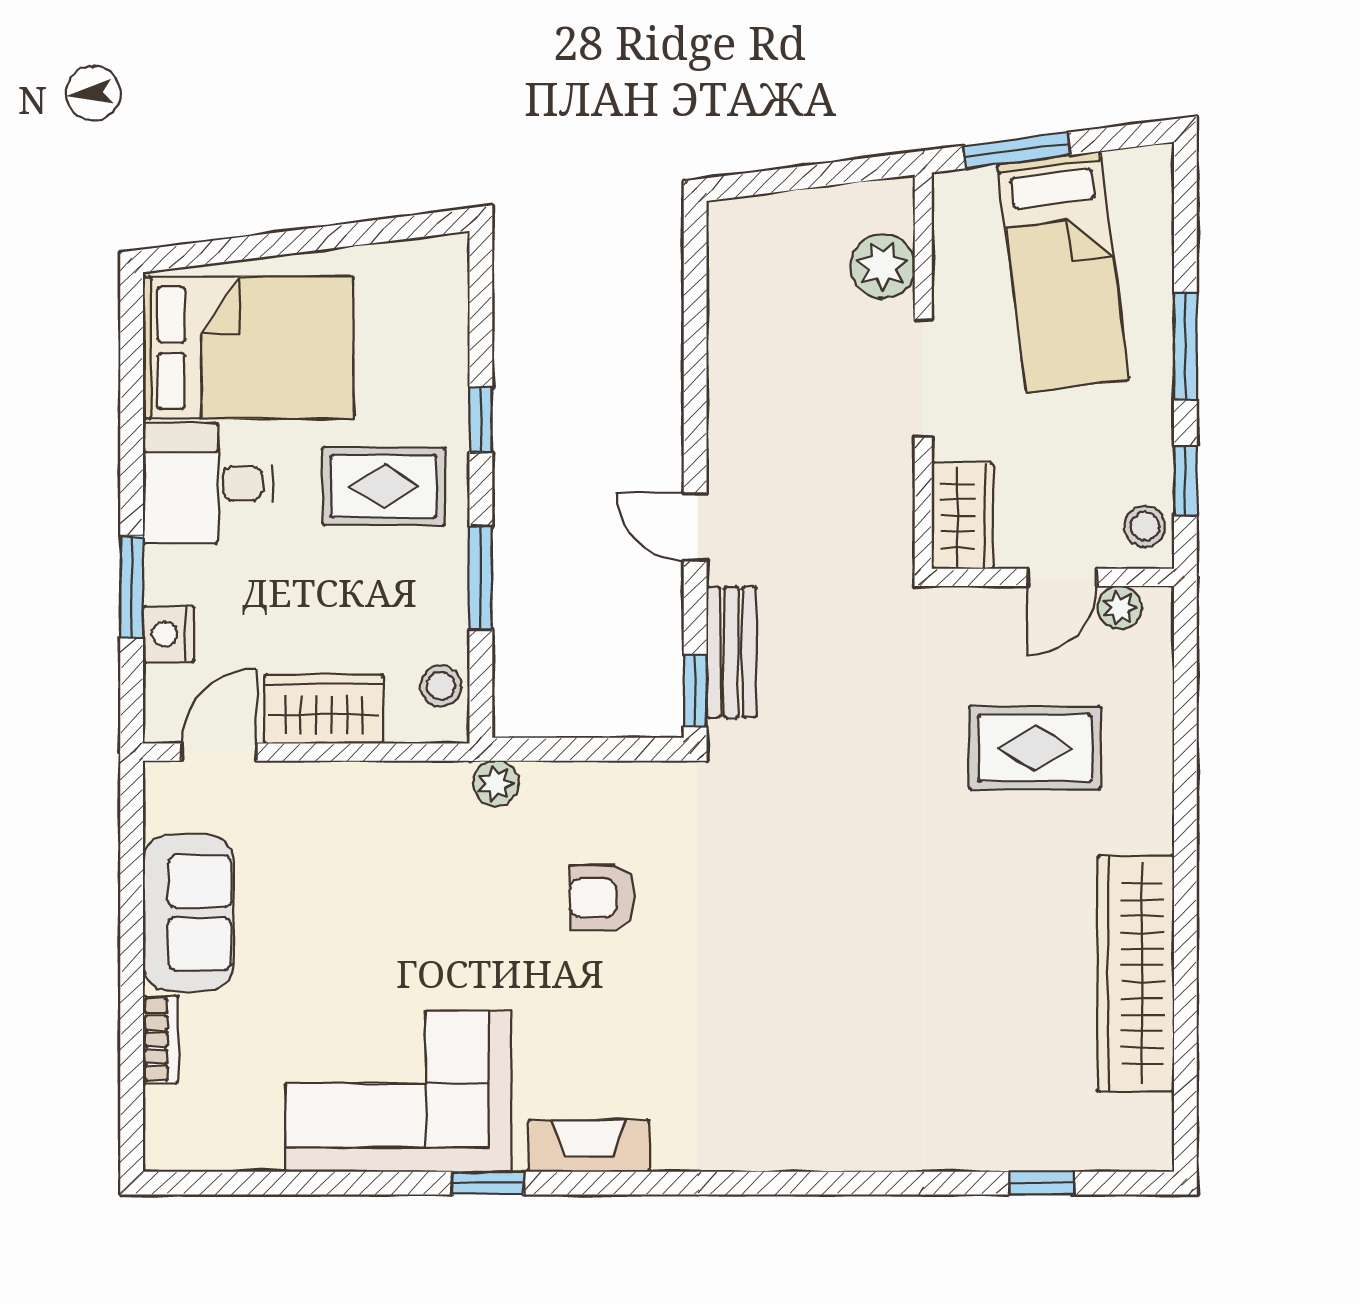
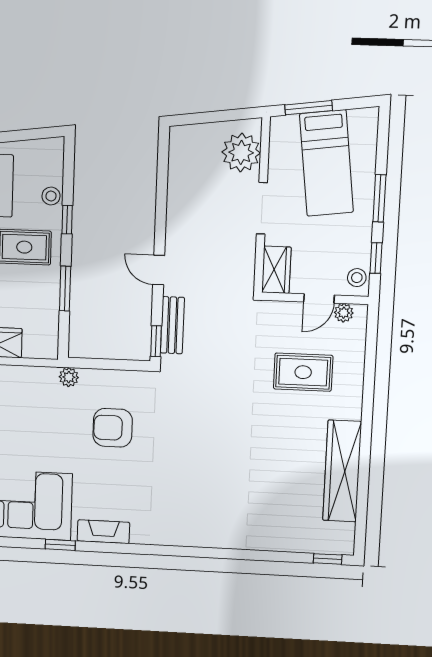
plant: (883, 266) -> (241, 152), width x1.36, depth x1.36
stool: (441, 686) -> (51, 196), moved
armchair: (602, 898) -> (113, 428), width x1.38, depth x1.38
window: (1041, 1183) -> (328, 559), moved

